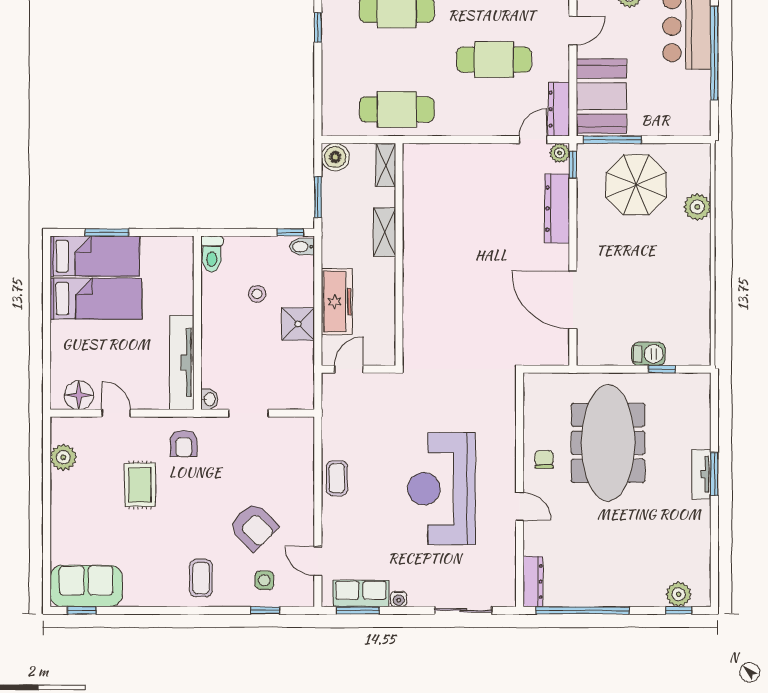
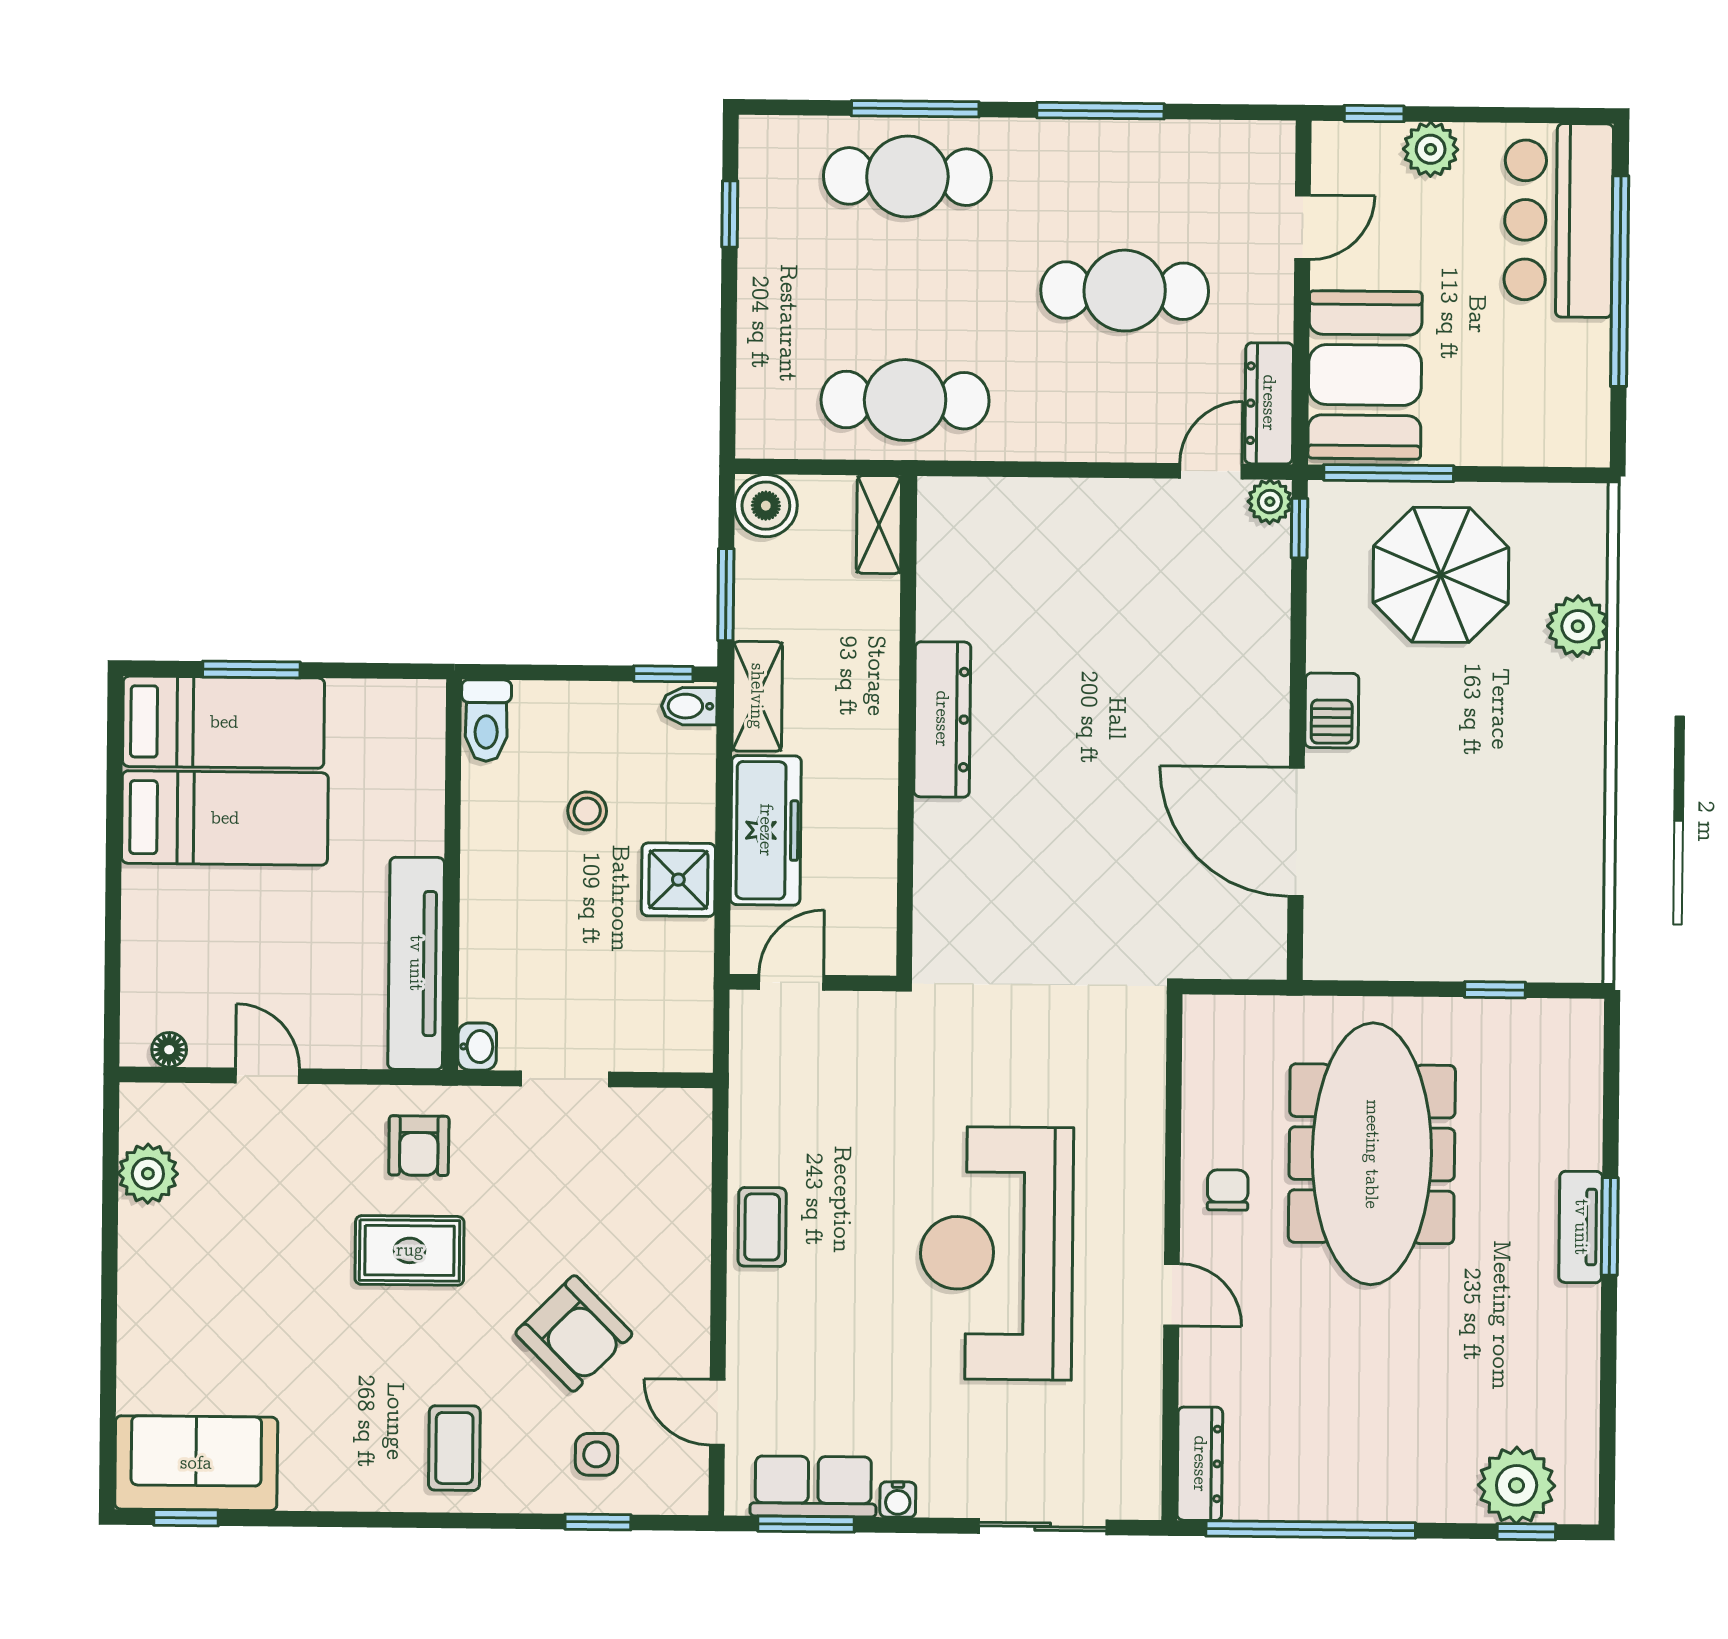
dresser: (557, 209) -> (942, 719), moved, turned 180
shelving: (385, 232) -> (757, 696), moved
barbecue: (648, 354) -> (1332, 710), moved, turned 90
floor lamp: (79, 395) -> (169, 1050), width x0.53, depth x0.53
rug: (140, 485) -> (410, 1250), moved, turned 90
plant: (679, 594) -> (1517, 1485), width x1.36, depth x1.36

